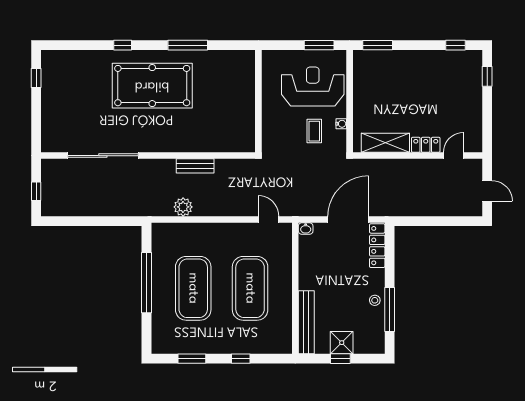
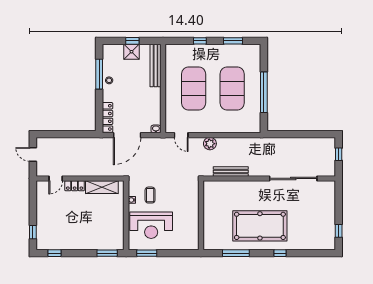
wall: (258, 101) -> (201, 215), moved
bench: (195, 166) -> (231, 171), width x1.36
plant: (183, 207) -> (210, 144), moved

